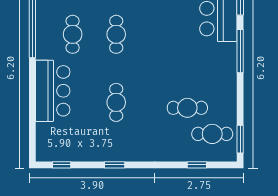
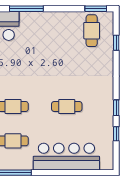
bar counter: (53, 91) -> (66, 157), width x1.36
cafe table: (187, 108) -> (71, 50), removed
window: (62, 165) -> (116, 134), moved

